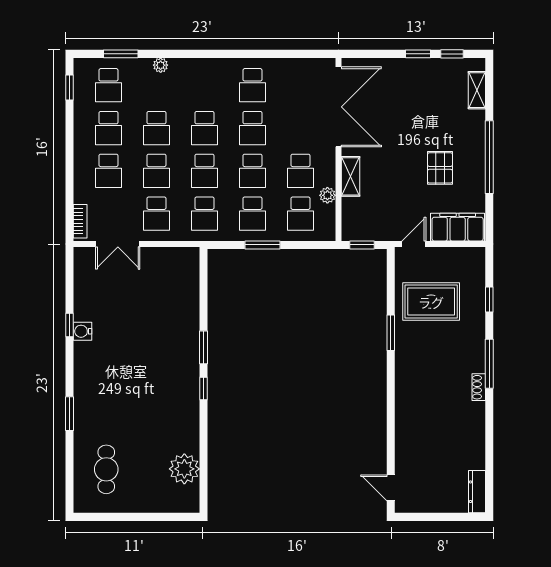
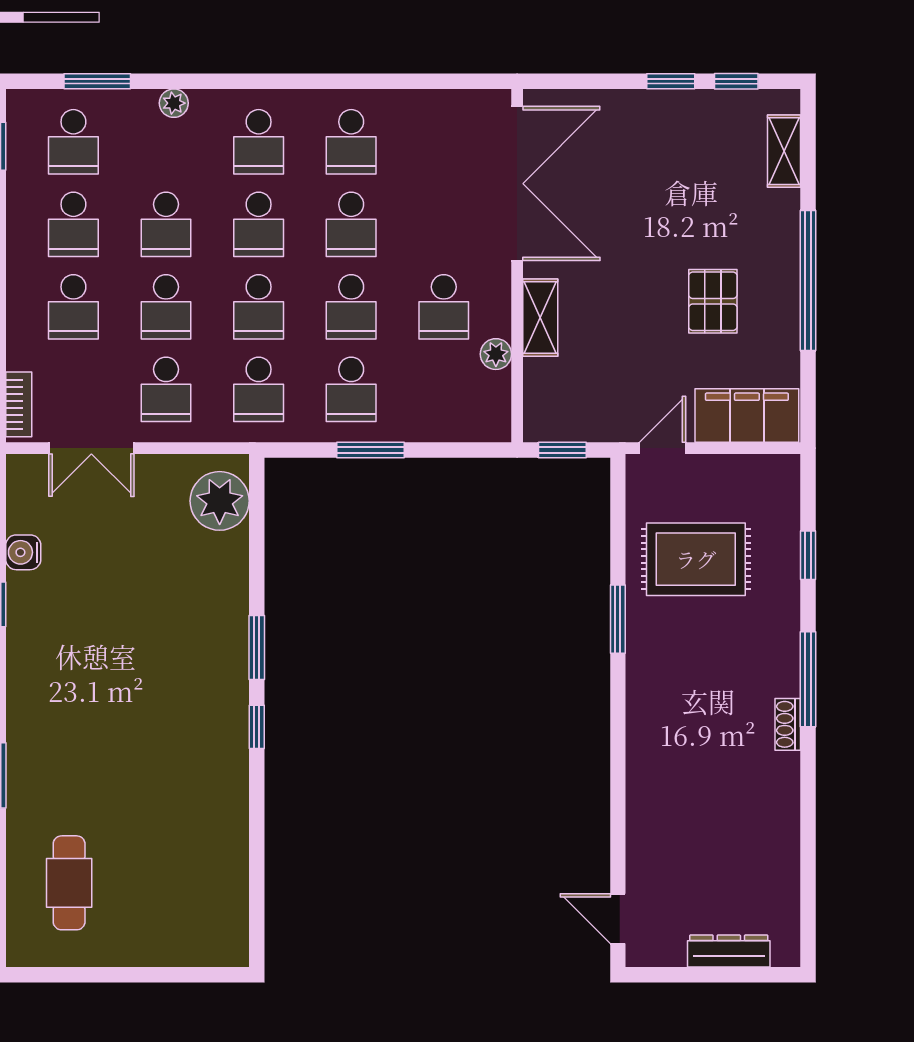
school desk: (300, 214) -> (259, 142), moved
water cooler: (82, 331) -> (23, 552), moved
plant: (184, 469) -> (220, 501), moved
dresser: (477, 492) -> (729, 951), moved, turned 90

